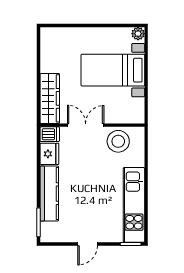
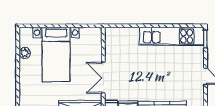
plant: (138, 34) -> (25, 53), moved
stool: (118, 141) -> (117, 50), removed

